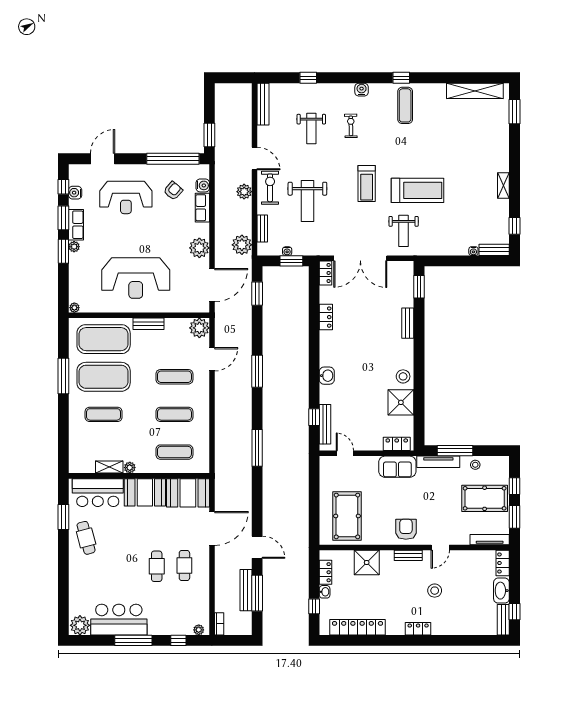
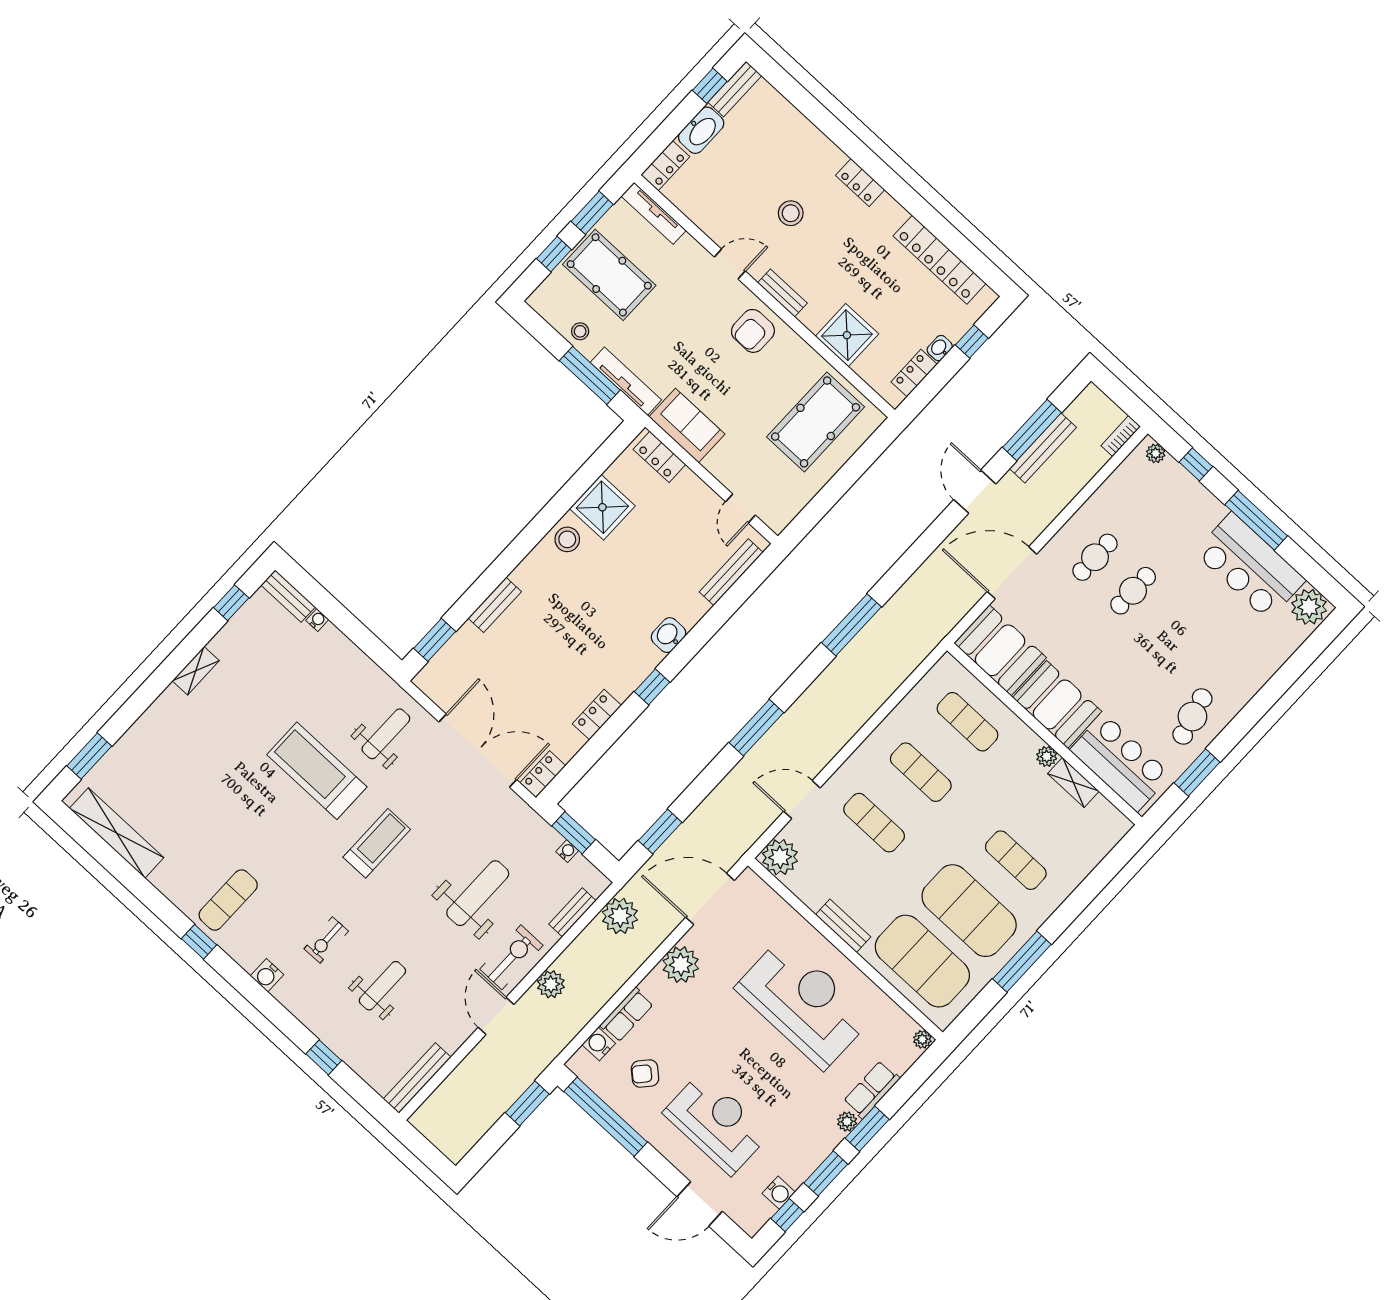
exercise bike: (270, 188) -> (511, 957), turned 180
row of seats: (76, 225) -> (872, 1090), moved
window: (314, 417) -> (652, 687), moved

